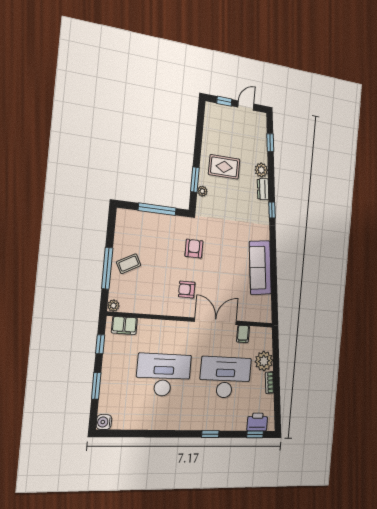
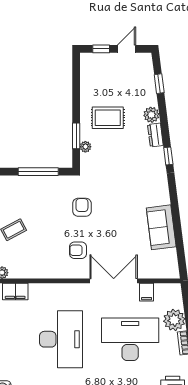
sofa: (260, 268) -> (161, 227), width x0.73
desk: (163, 375) -> (61, 339), turned 90

